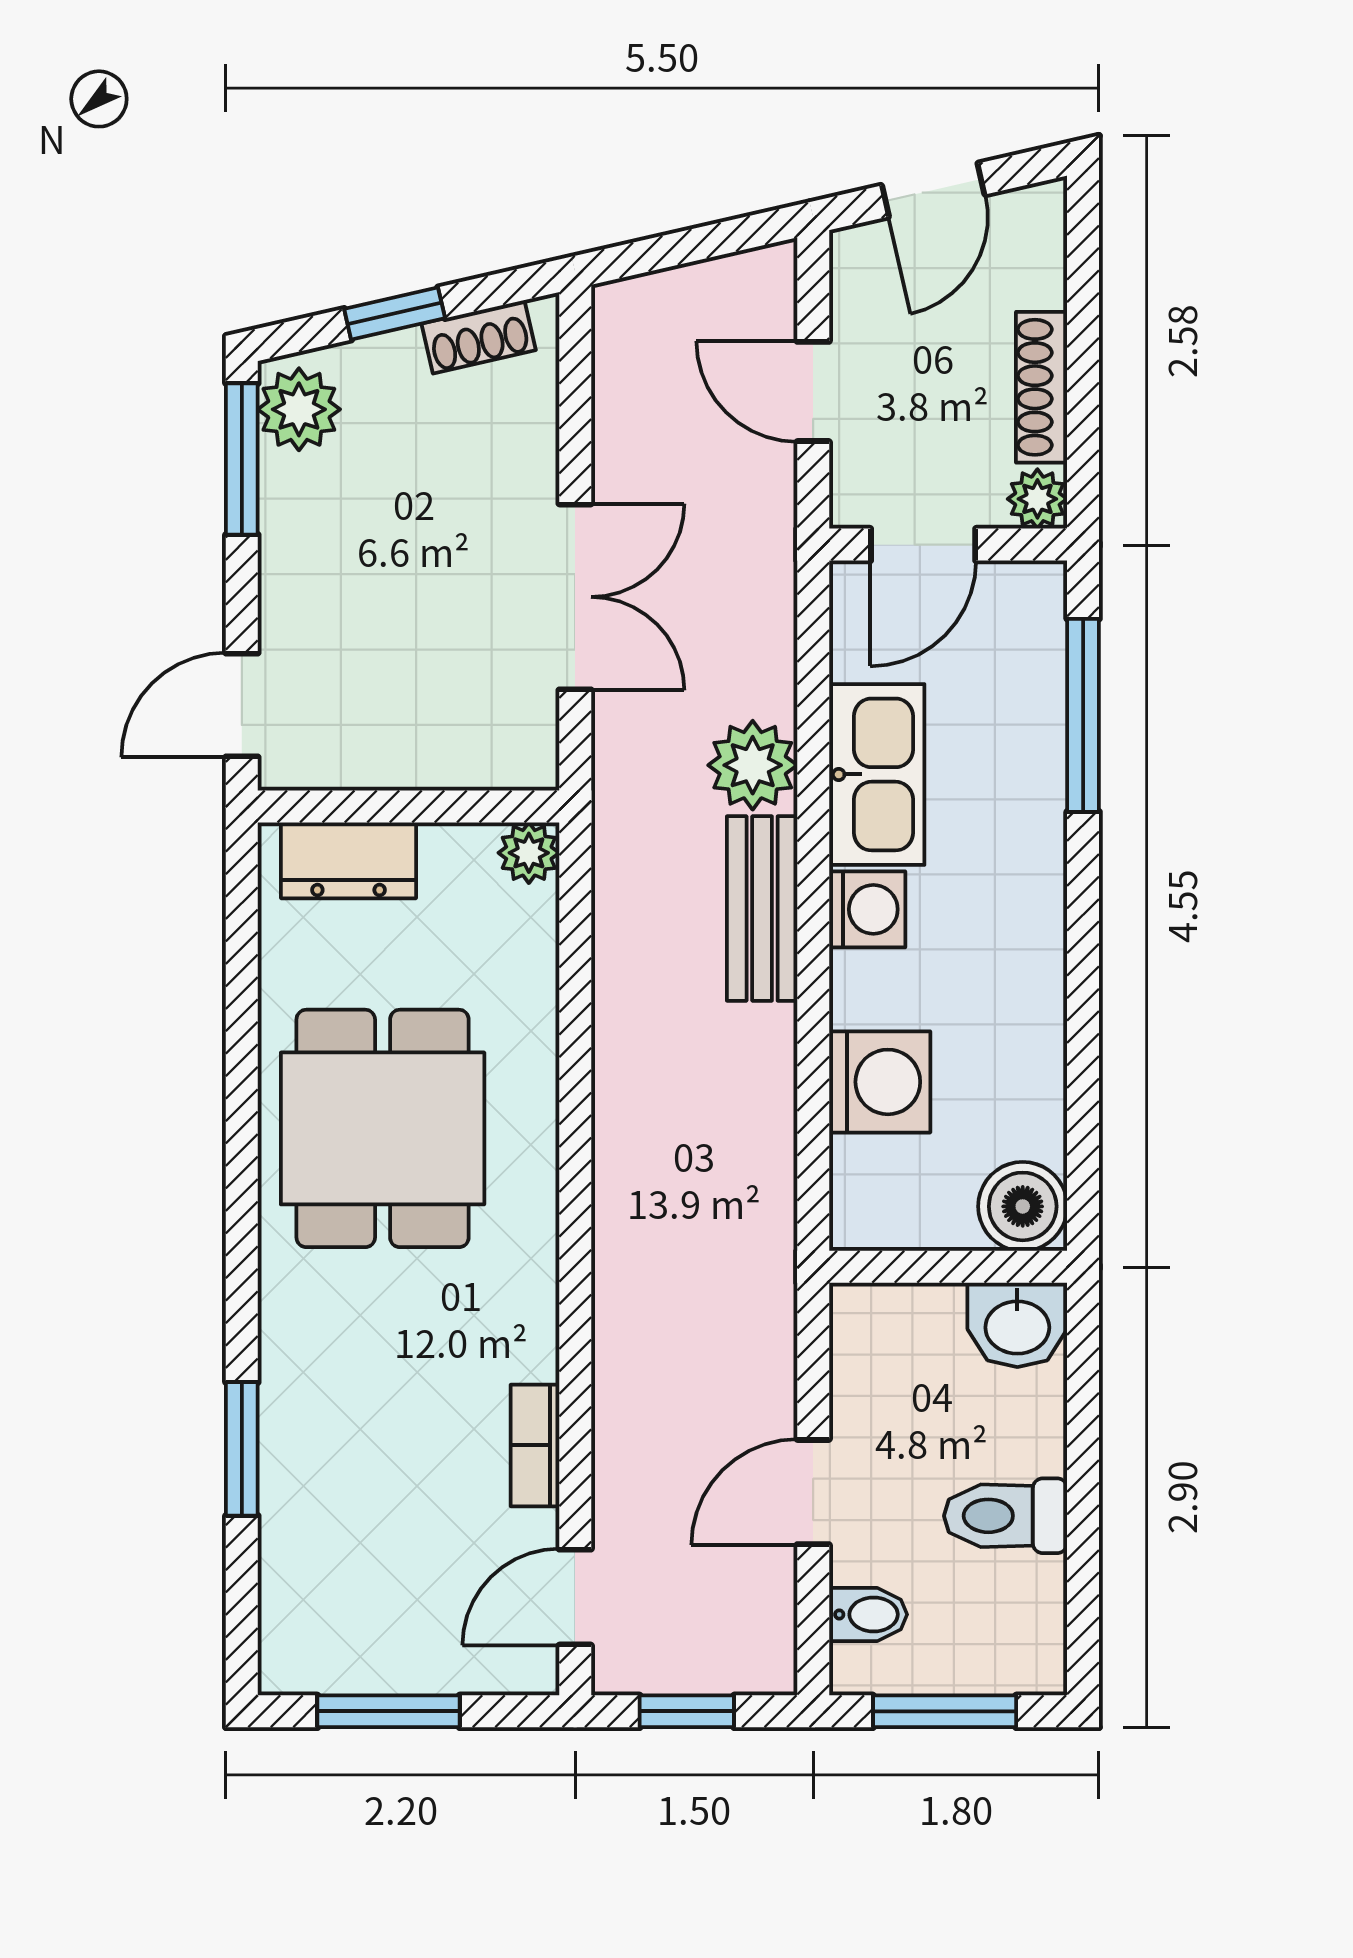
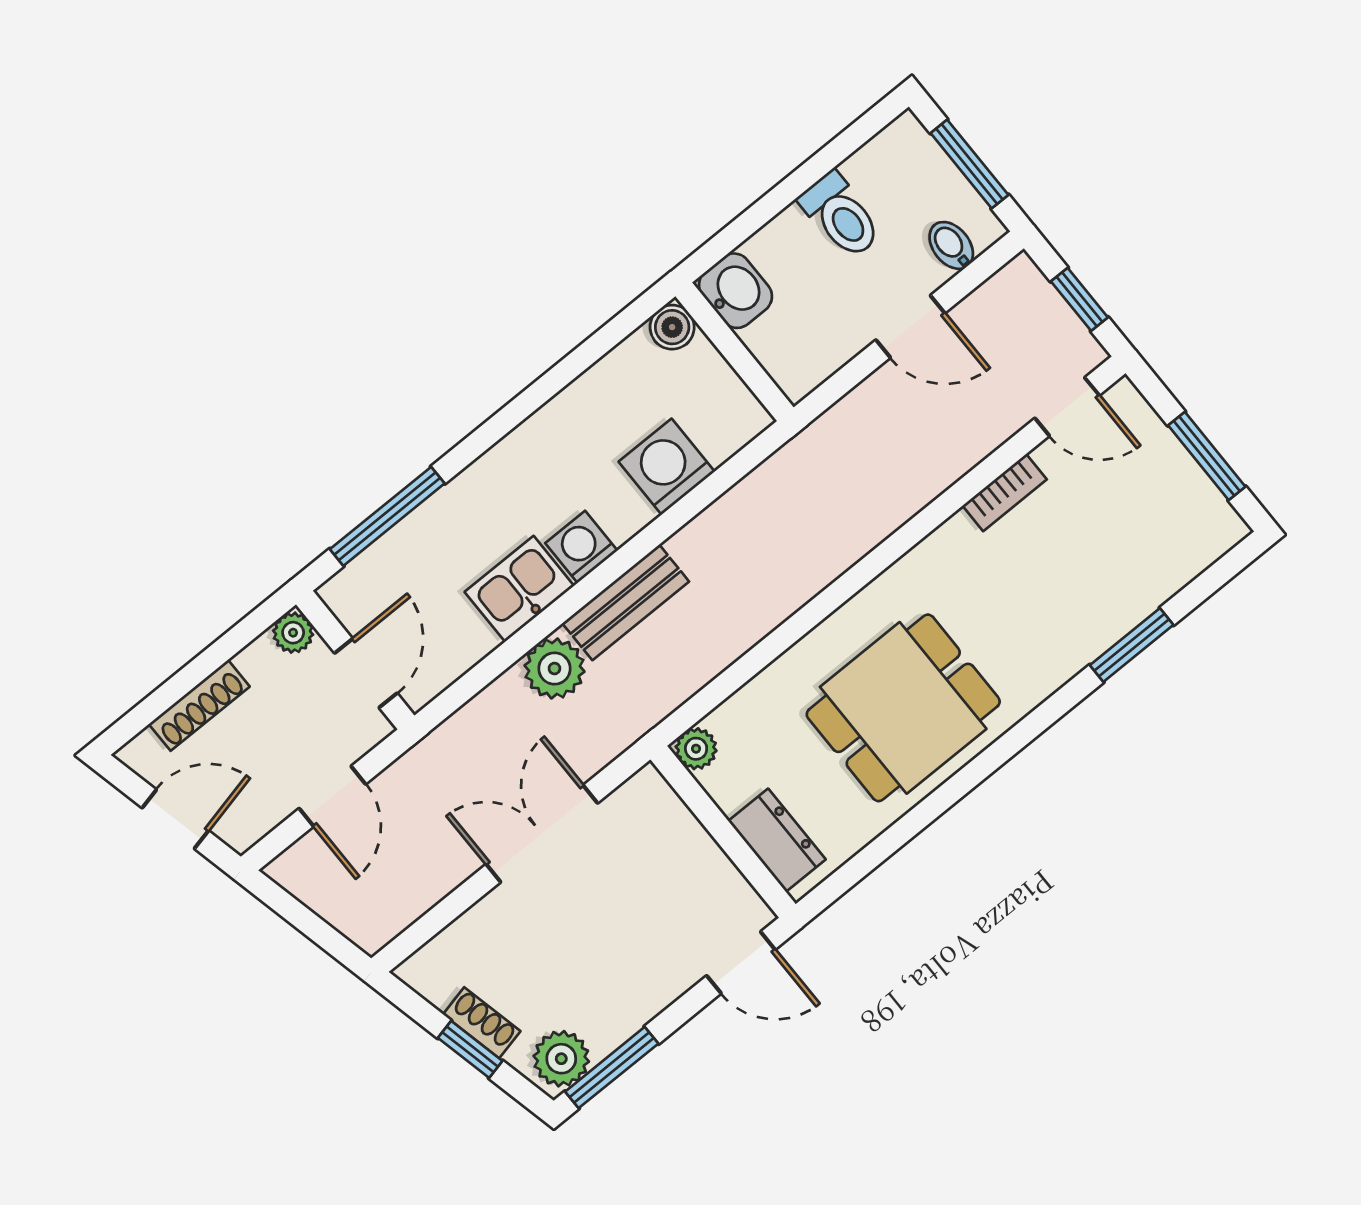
shoe rack: (479, 337) -> (482, 1023), moved
shoe rack: (1042, 387) -> (199, 705), moved
door: (923, 545) -> (366, 673), hinge flipped
kitchen sink: (877, 774) -> (519, 589), width x0.73
boiler: (1023, 1206) -> (672, 327), width x0.73, depth x0.73

